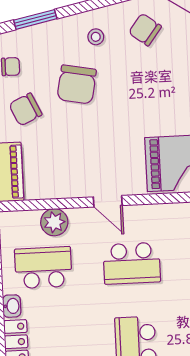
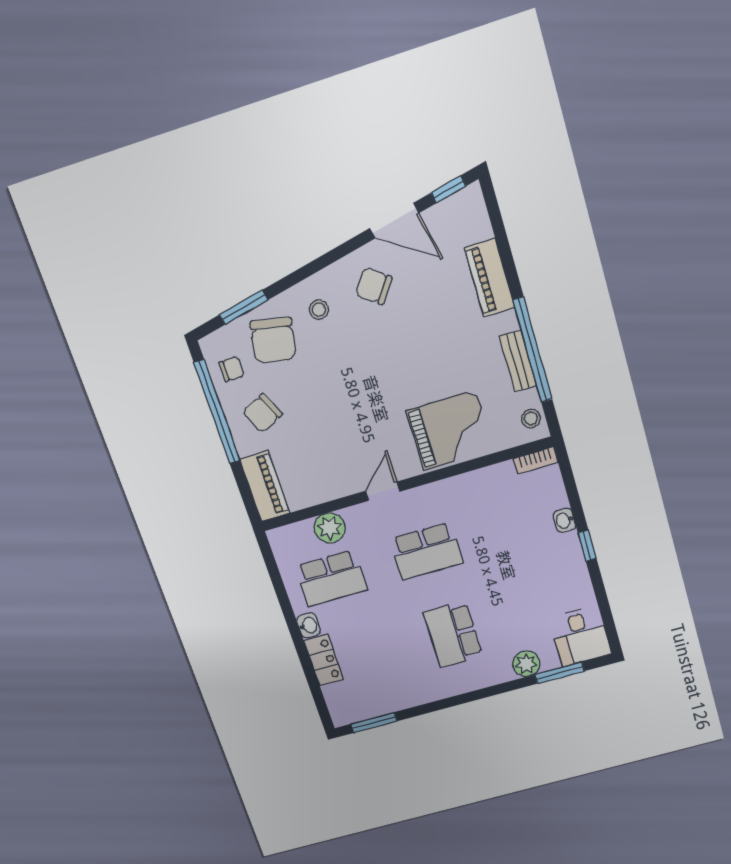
chair: (77, 84) -> (273, 340), moved
door: (108, 201) -> (383, 491), swing flipped
school desk: (43, 268) -> (331, 578), turned 180

